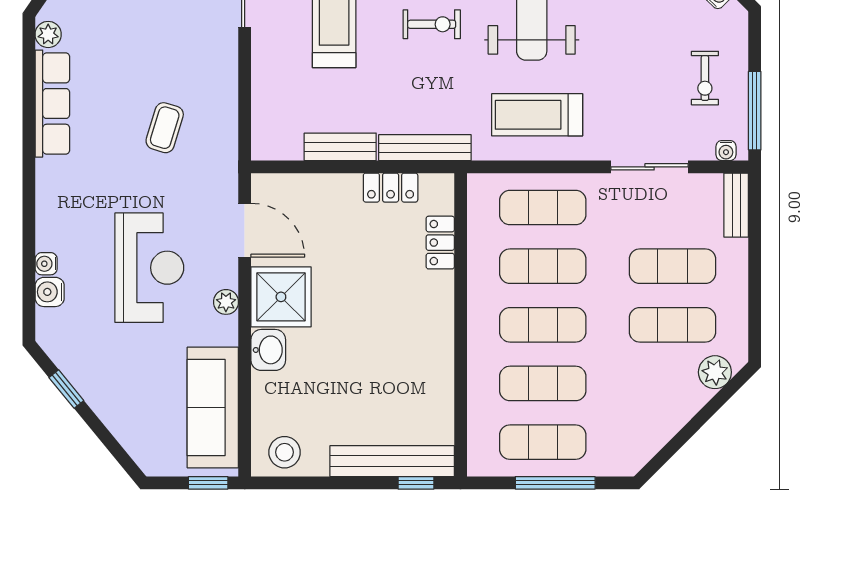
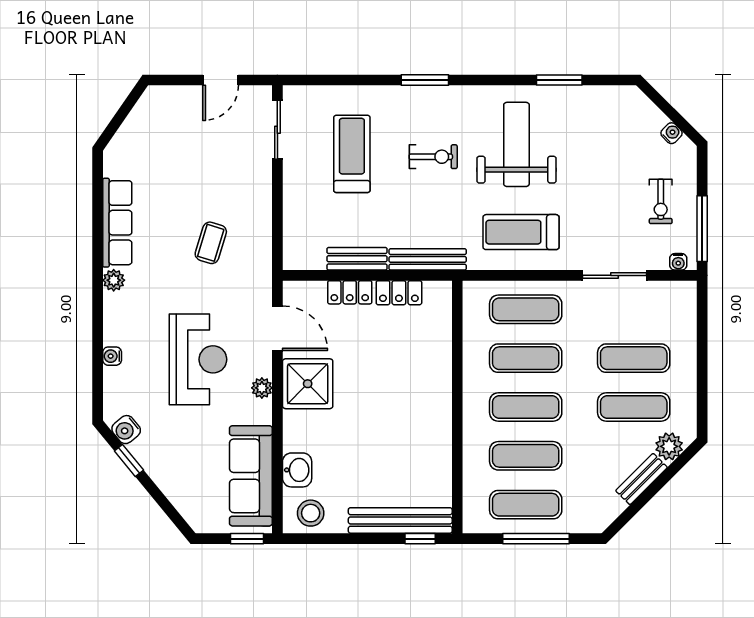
plant: (48, 34) -> (114, 280), moved
bench: (736, 205) -> (642, 479), moved, turned 45
locker: (440, 243) -> (350, 292), moved, turned -90
water cooler: (50, 292) -> (126, 430), moved, turned -39
washbasin: (268, 350) -> (297, 470), moved

